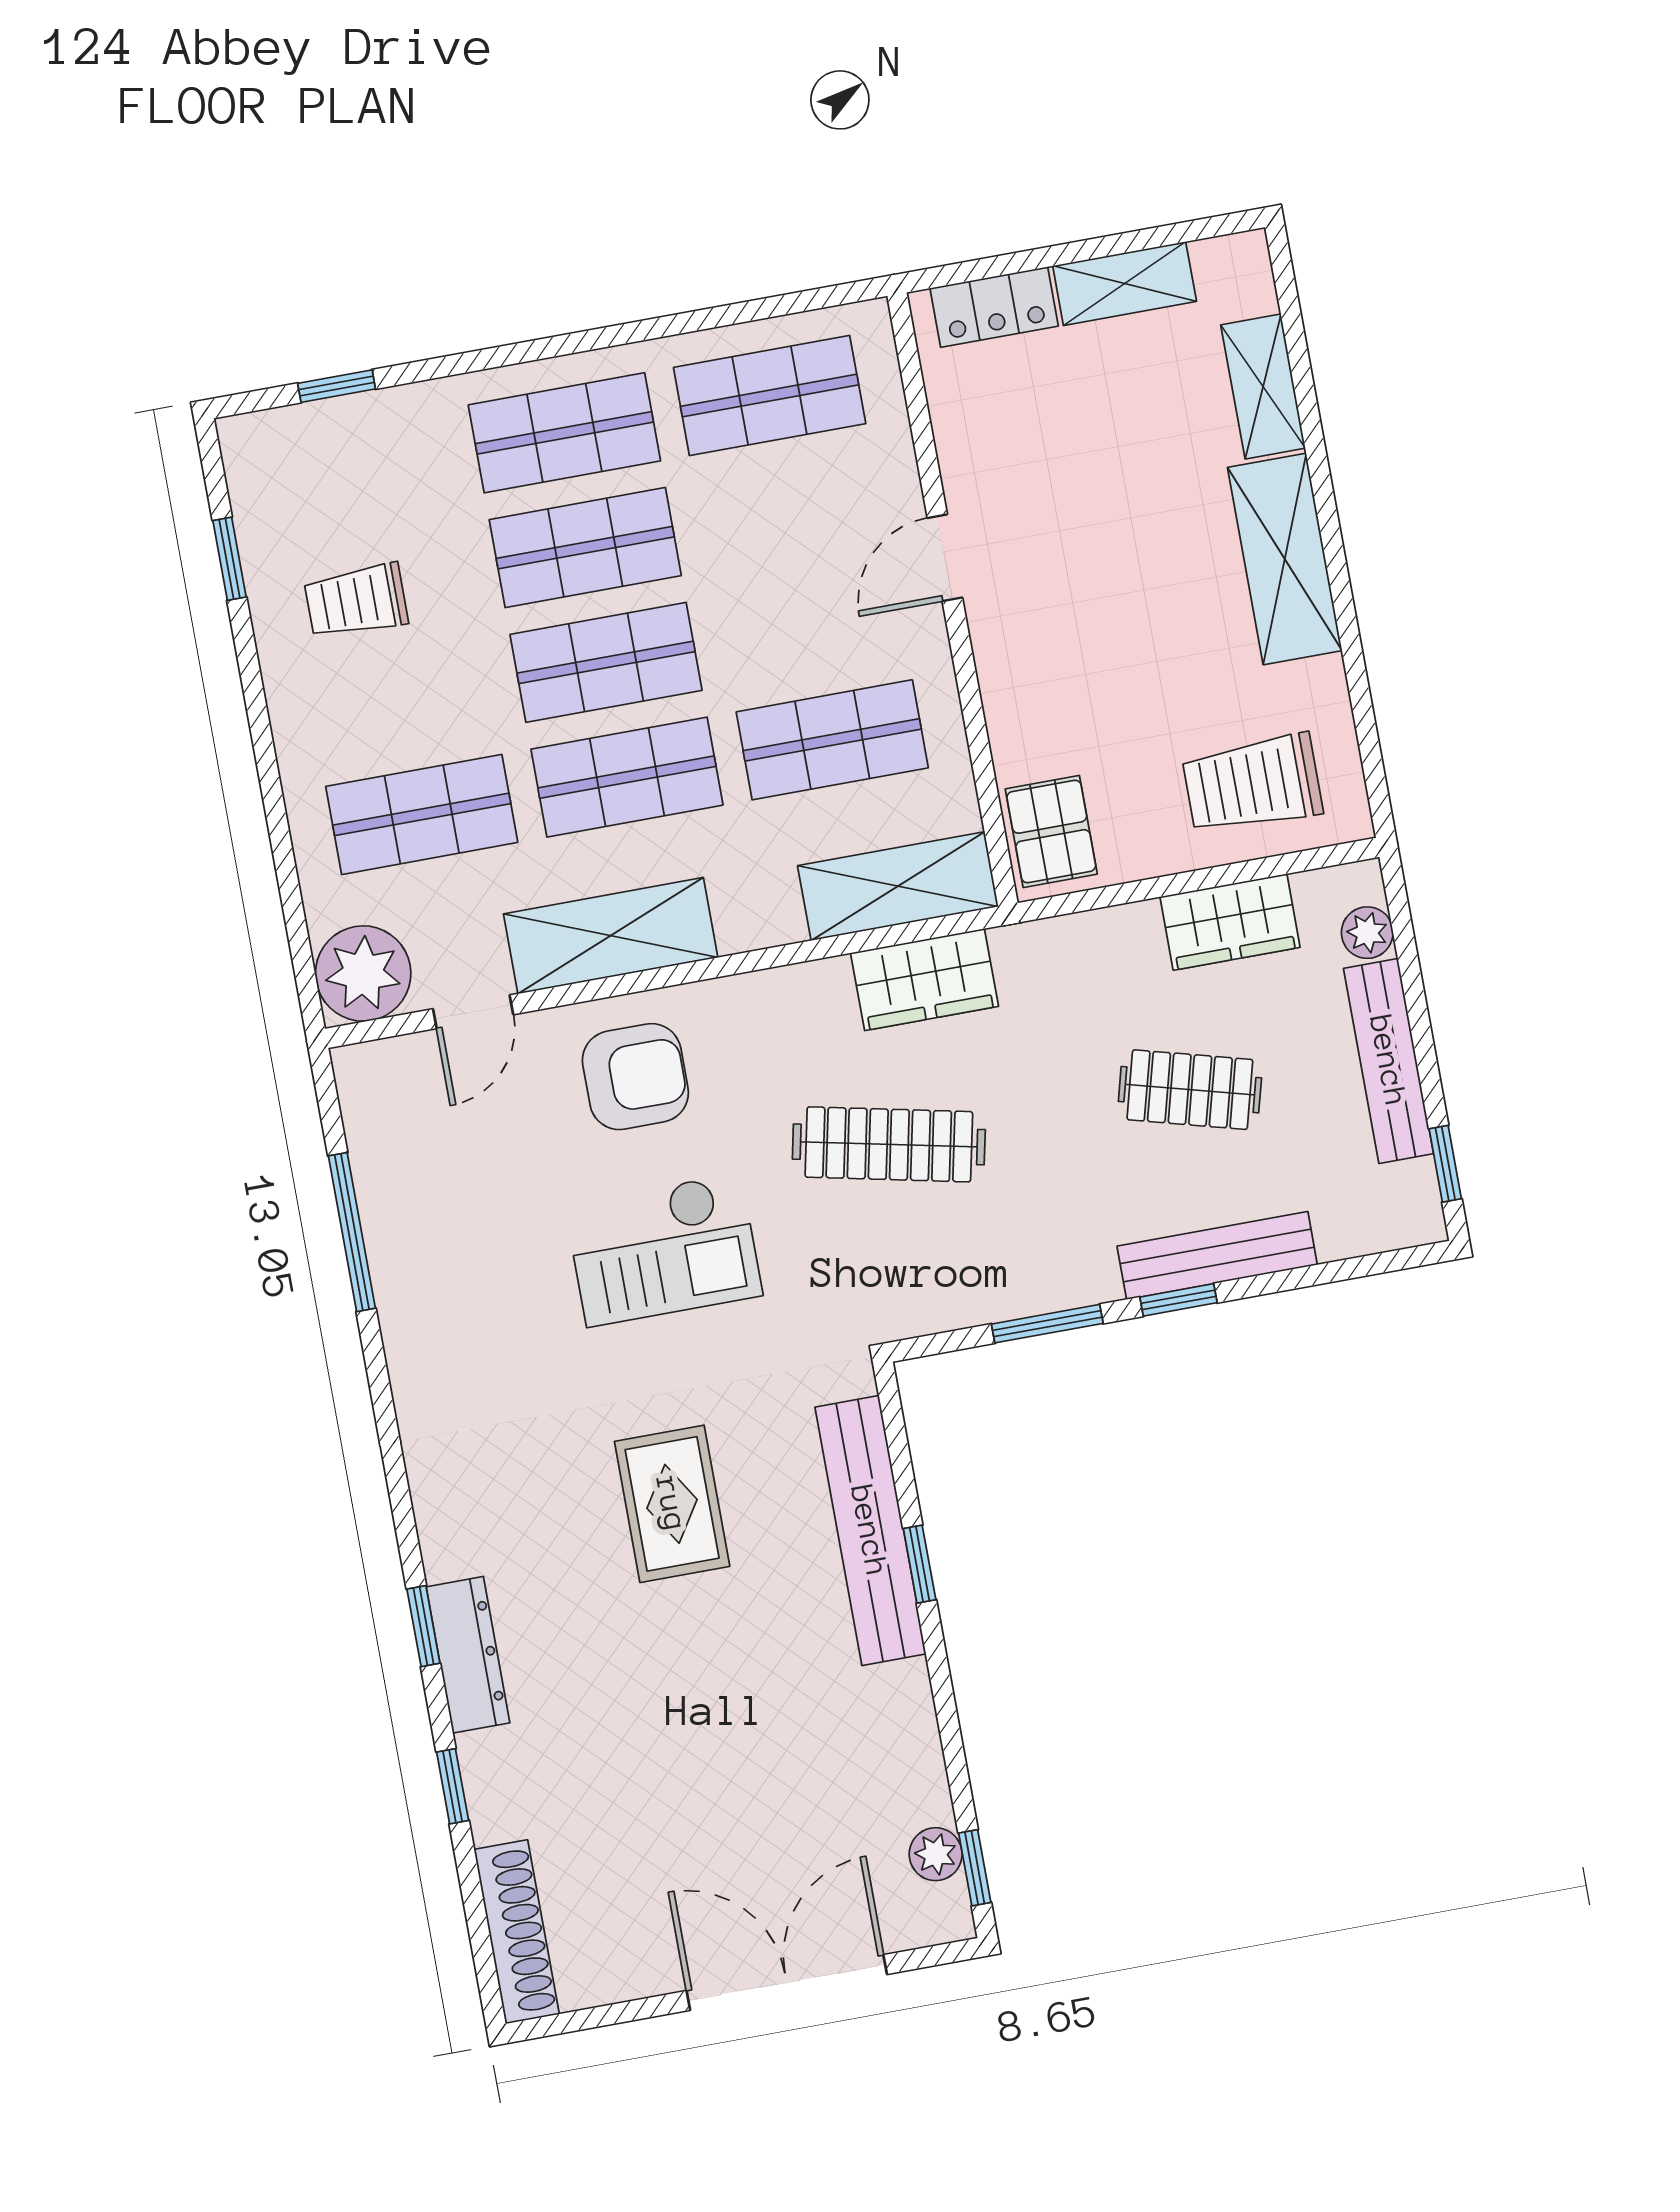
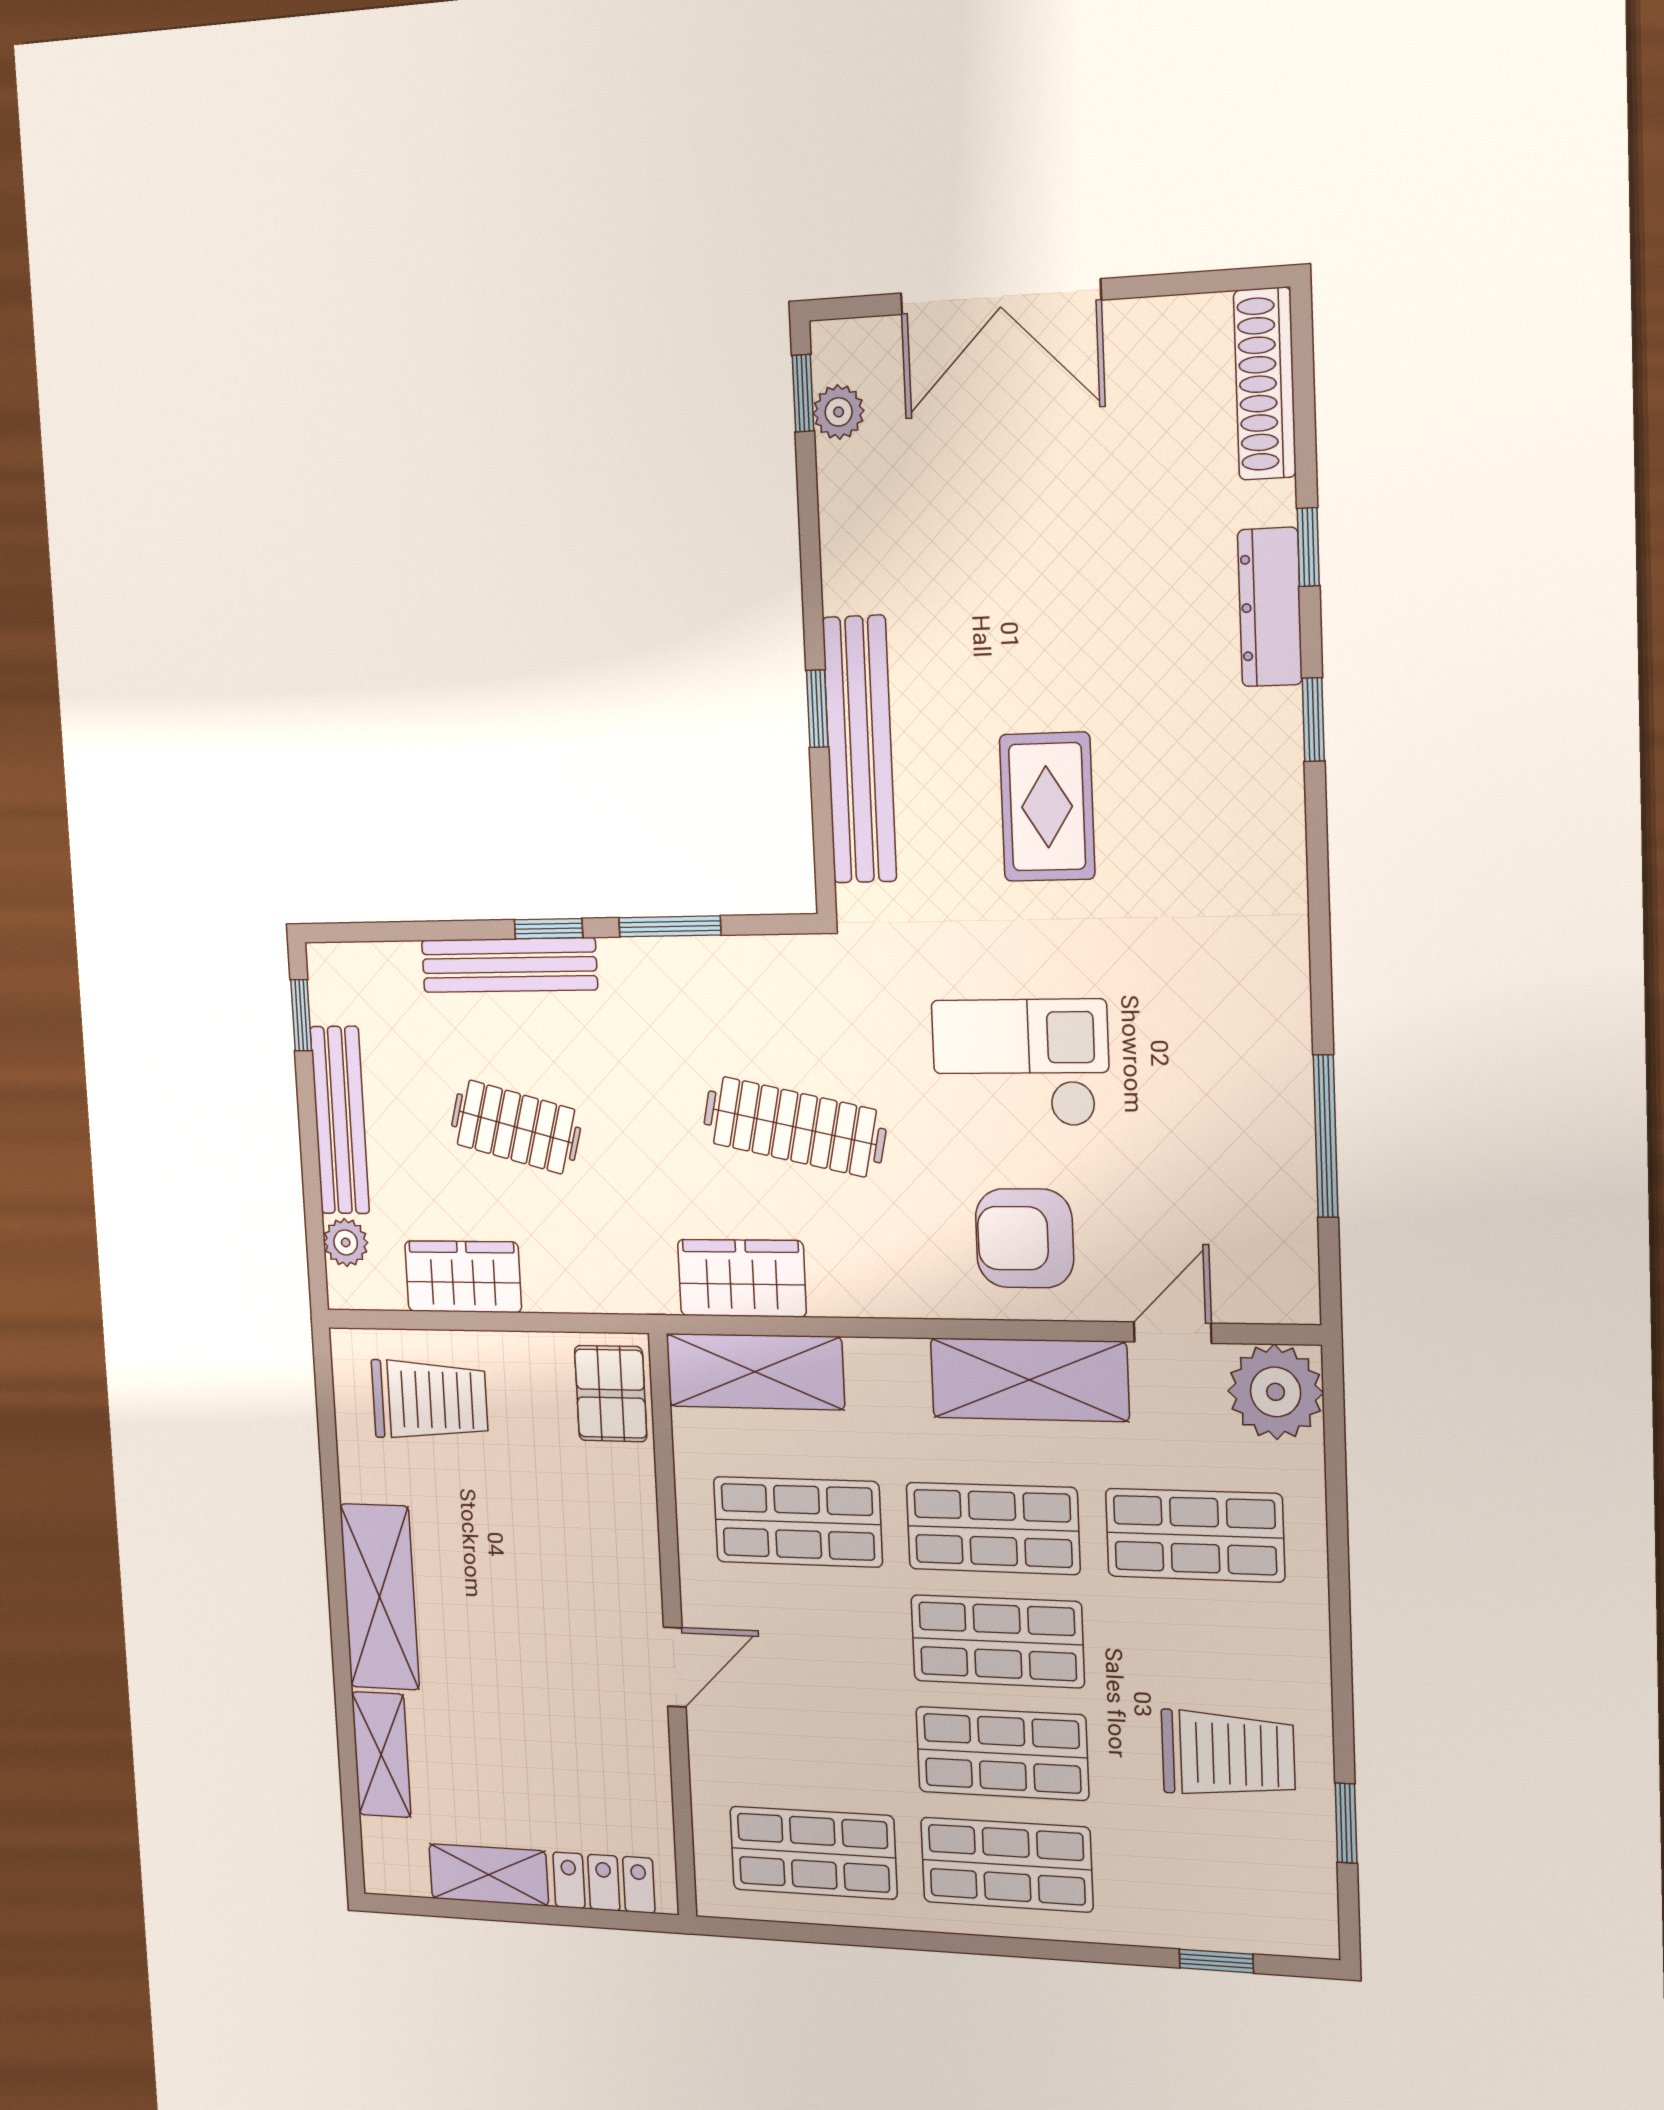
trolley: (356, 601) -> (1228, 1754), width x1.36, depth x1.39
dresser: (468, 1655) -> (1270, 607), moved

